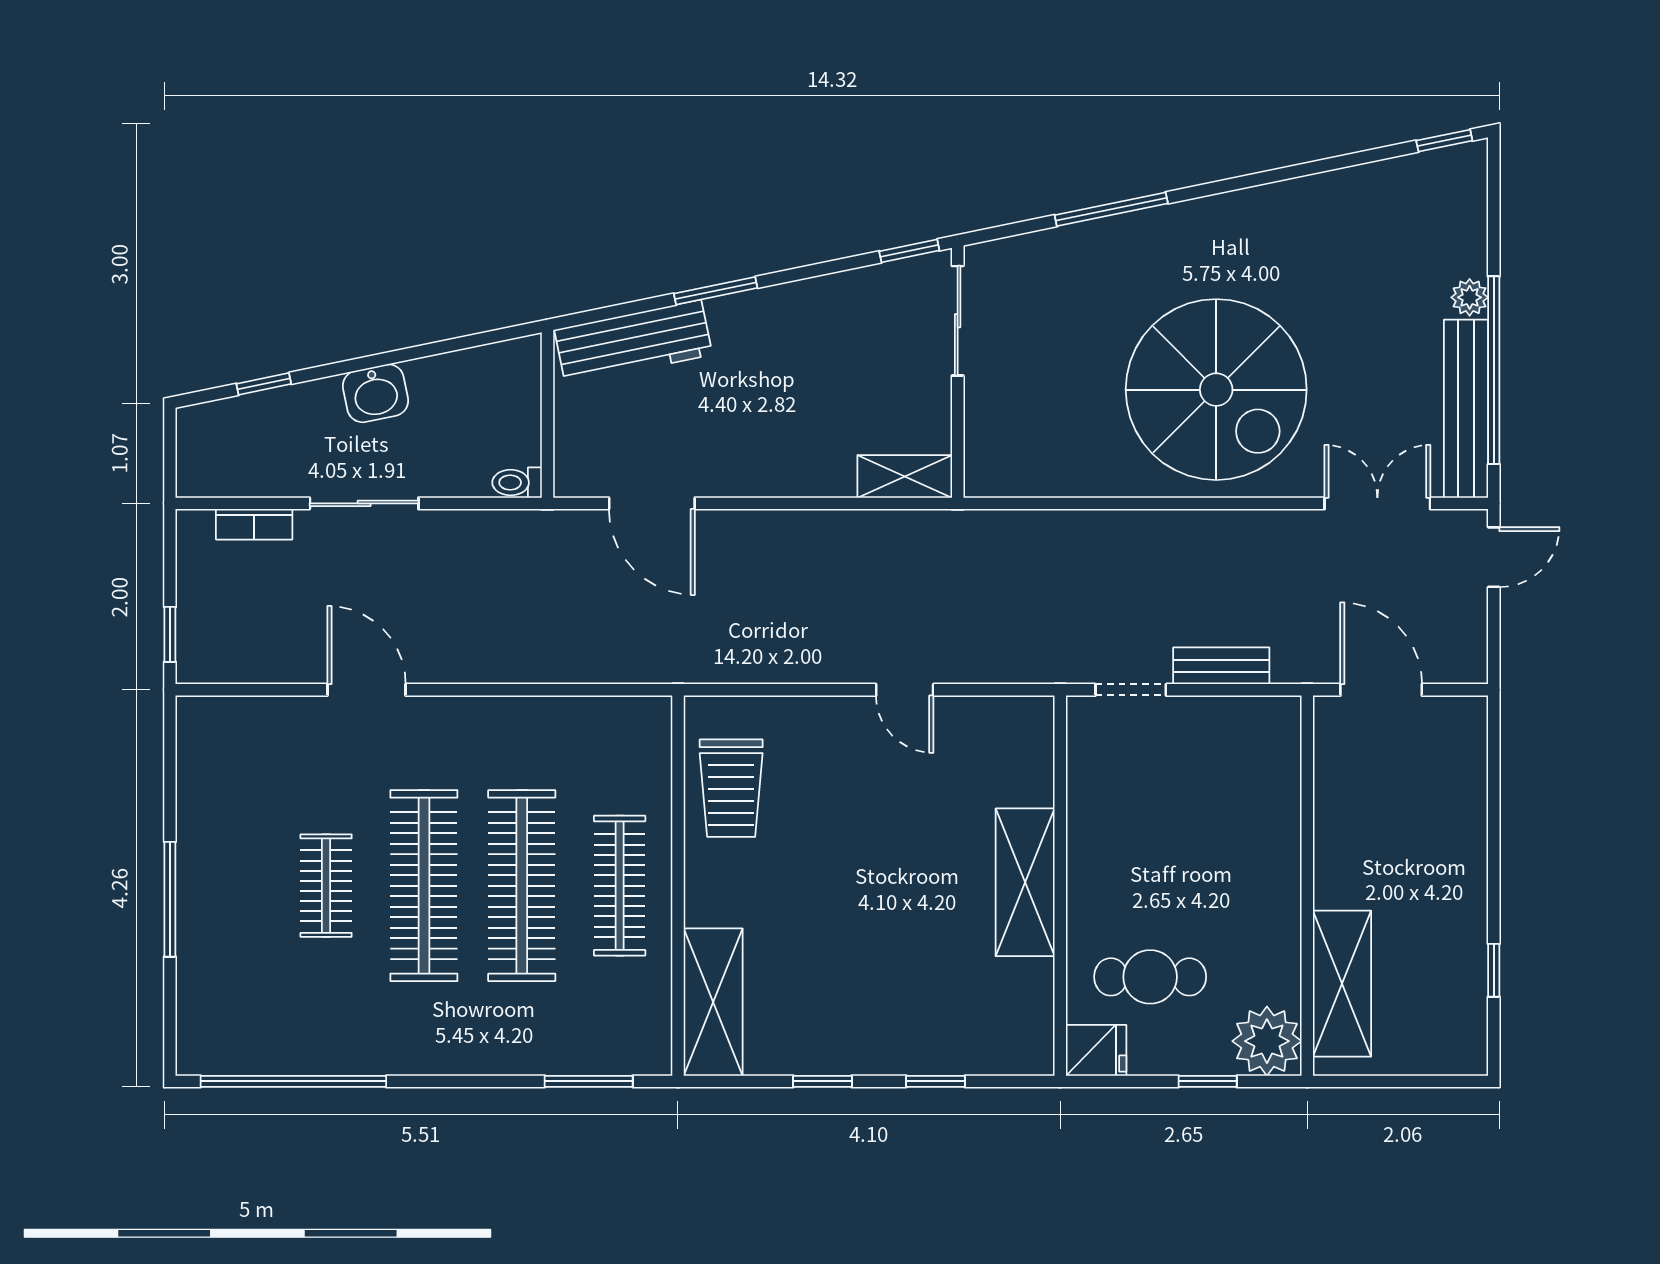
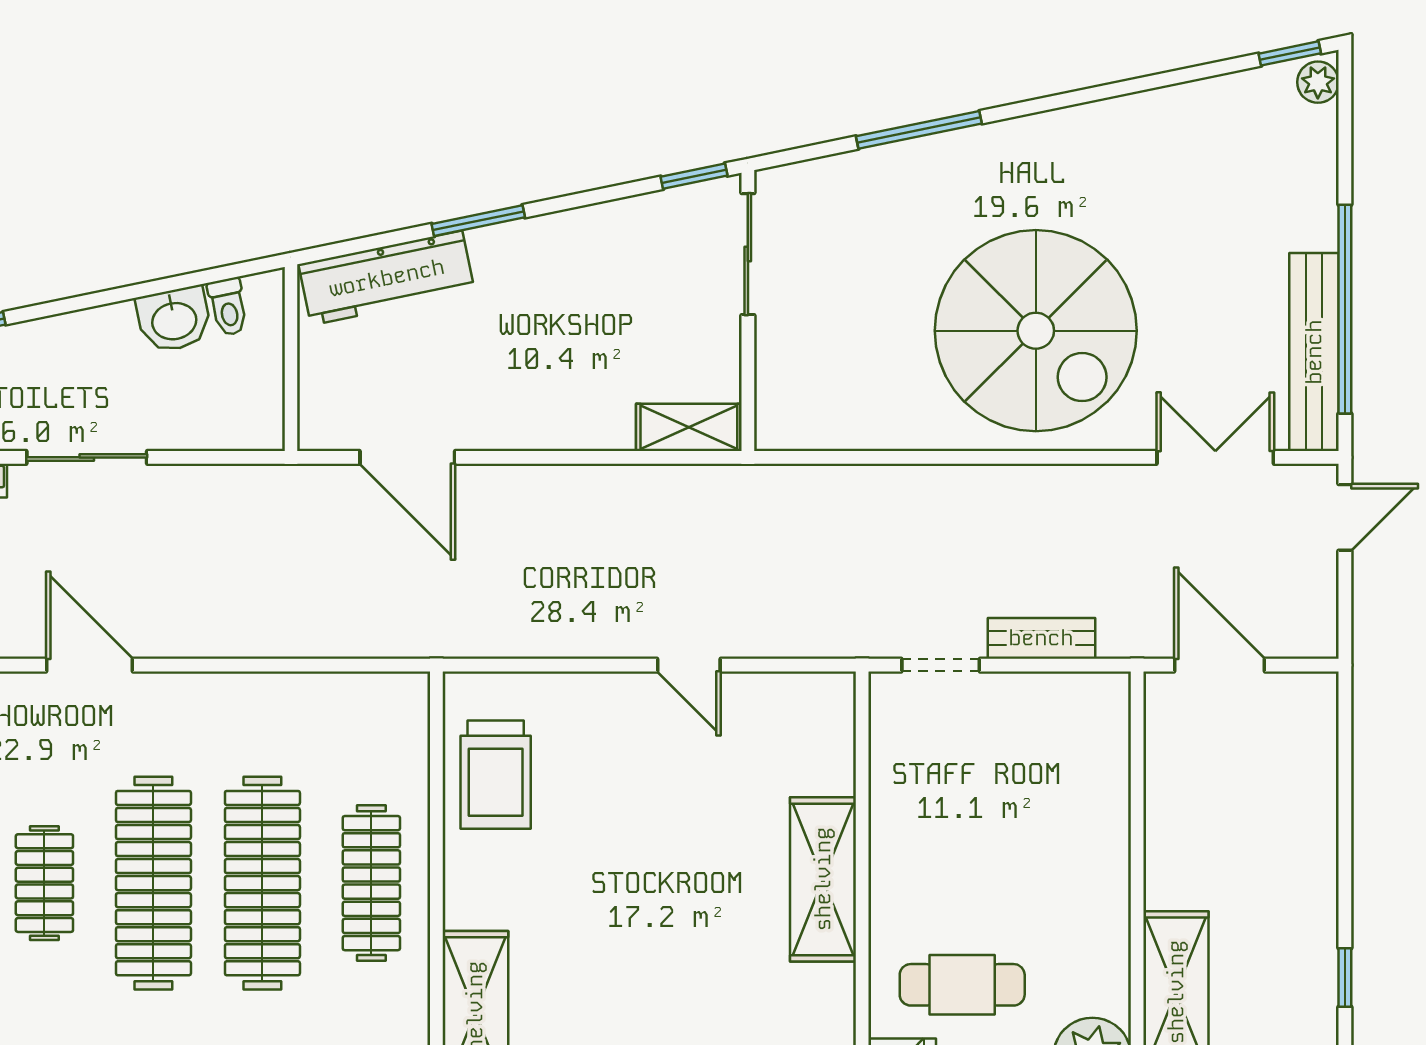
plant: (1470, 297) -> (1318, 82), moved
washbasin: (375, 393) -> (174, 319), moved
toilet: (517, 483) -> (228, 307), moved, turned -102

